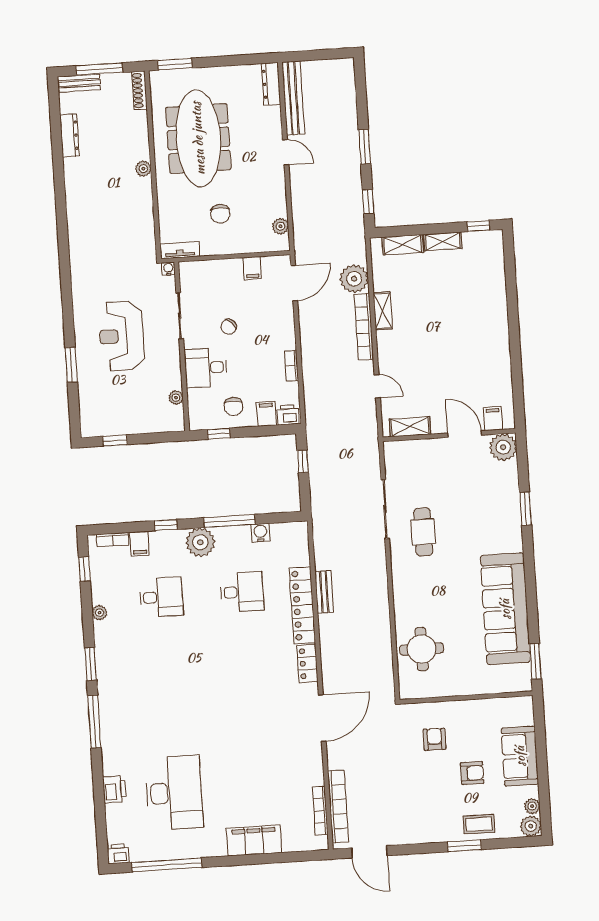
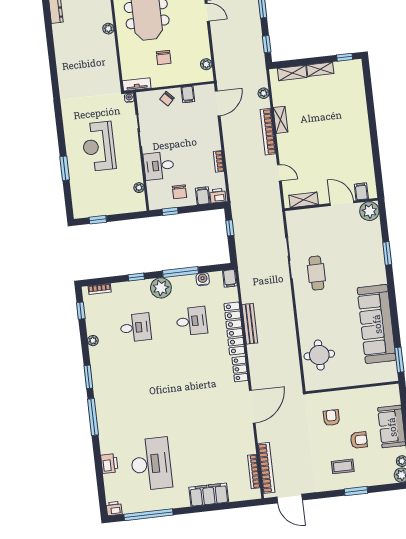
plant: (354, 279) -> (264, 93), width x0.53, depth x0.53
chair: (229, 327) -> (167, 99), moved
filing cabinet: (139, 544) -> (230, 278), moved
bench: (324, 592) -> (250, 324), width x1.36
coffee table: (479, 824) -> (343, 466), moved

